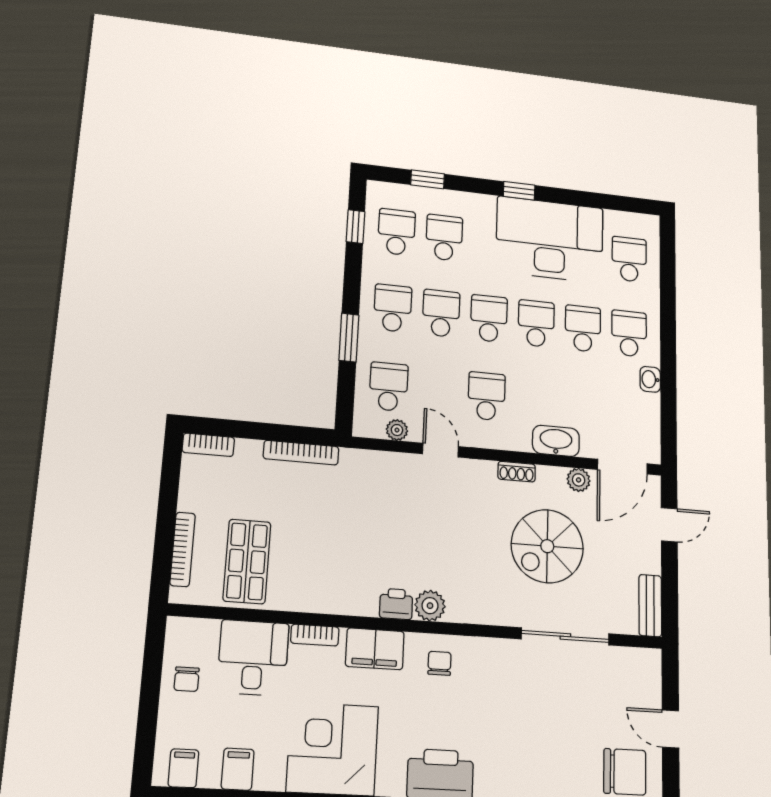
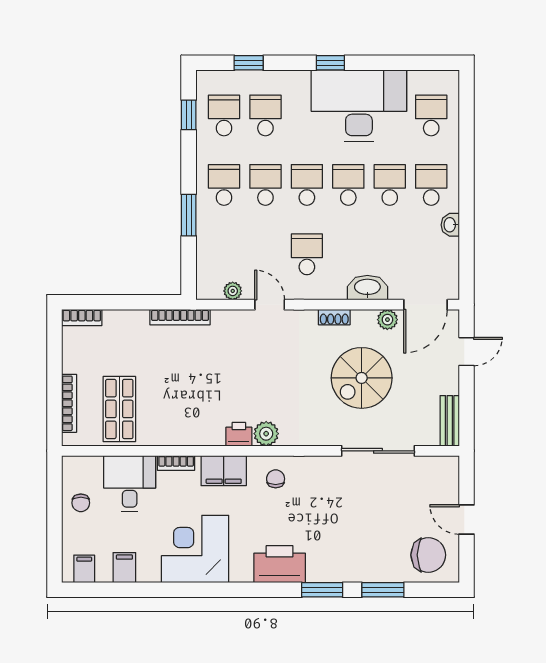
school desk: (389, 387) -> (224, 254), removed
bookcase: (301, 453) -> (180, 317), moved

